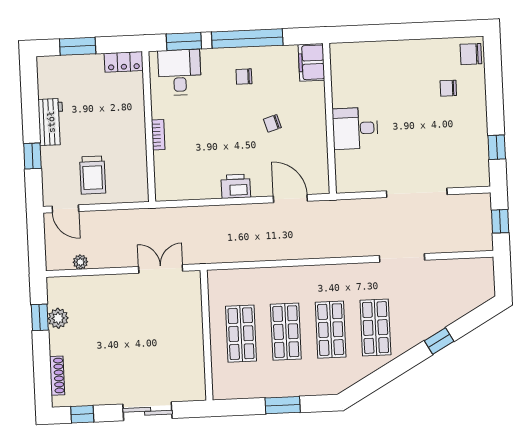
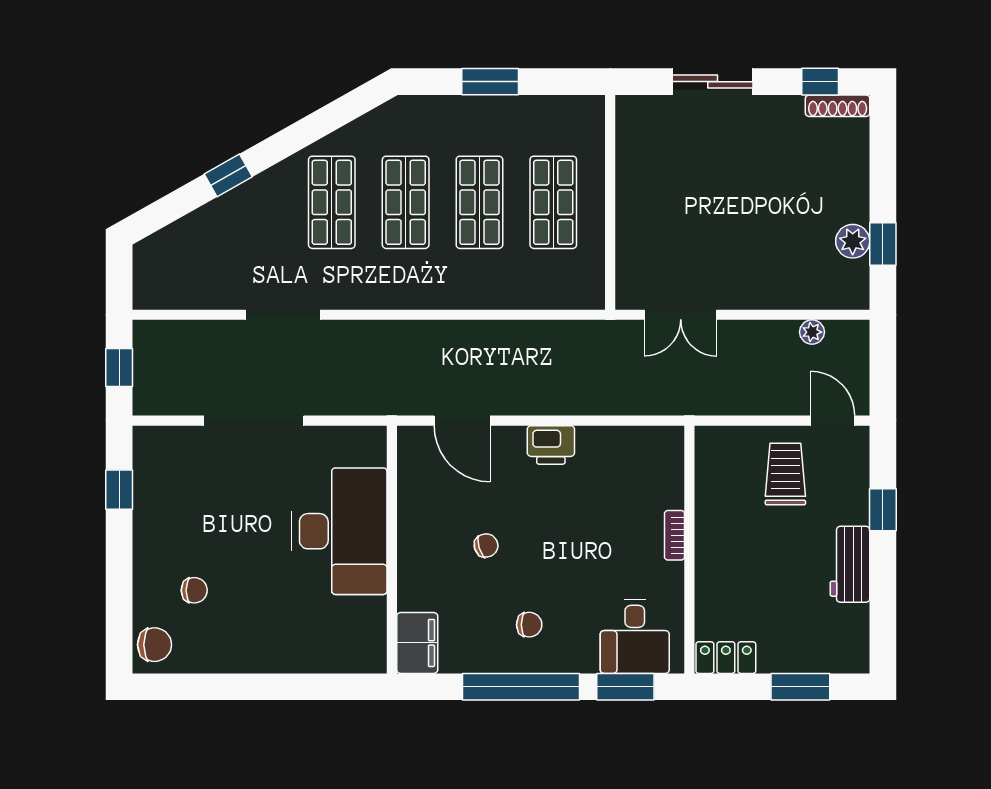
desk: (355, 128) -> (339, 531), width x1.87, depth x1.30
shoe rack: (57, 376) -> (838, 106), moved, turned -90

